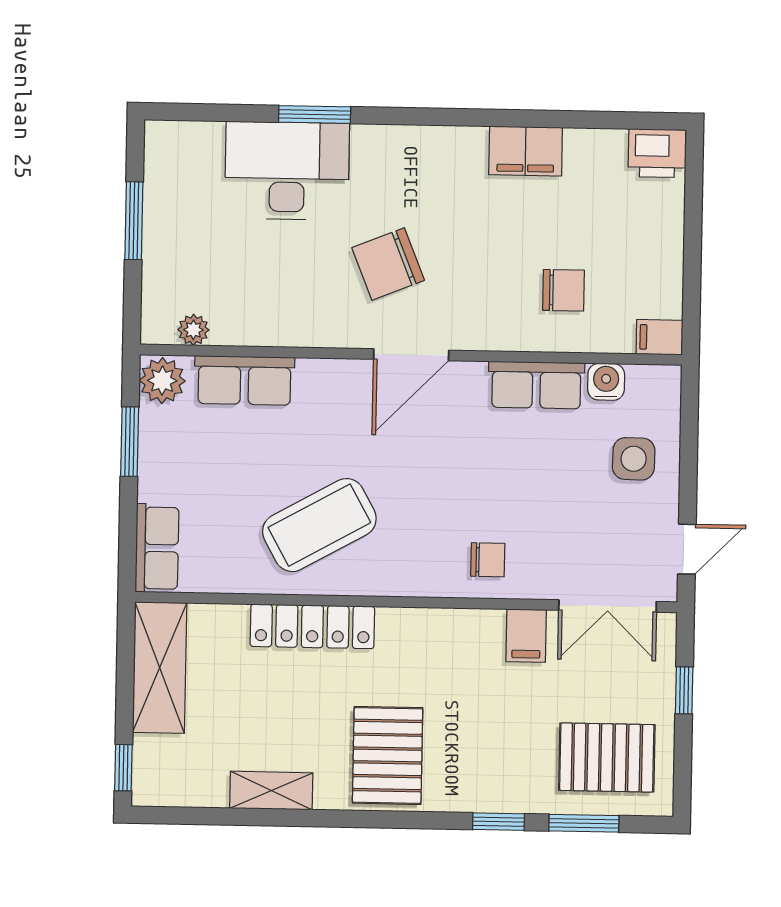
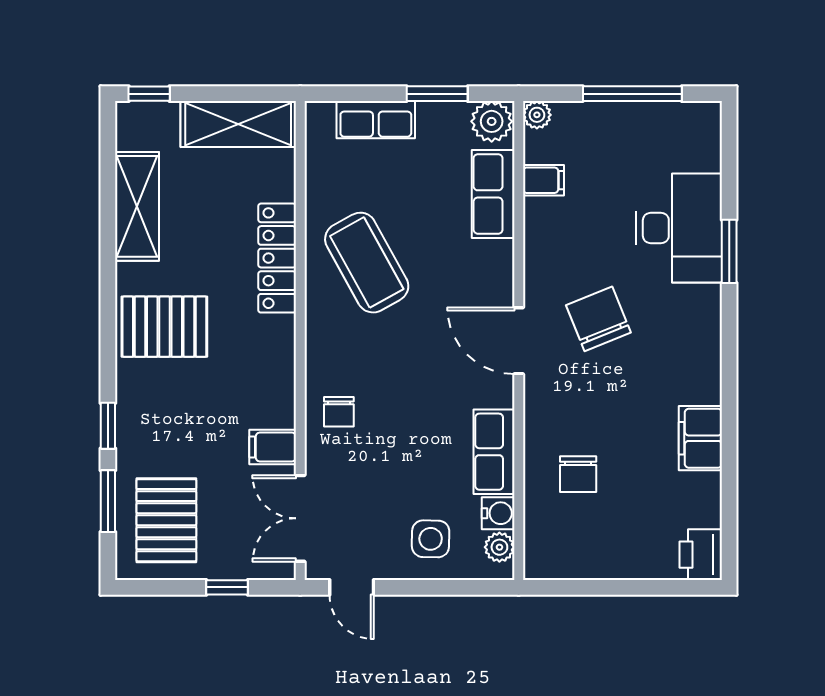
window: (134, 221) -> (632, 94), width x1.44
plant: (193, 330) -> (537, 115), moved
filing cabinet: (660, 337) -> (543, 180), moved, turned 90
plant: (645, 381) -> (499, 547), added
row of seats: (157, 548) -> (376, 120), moved
shelving: (271, 791) -> (137, 206), width x1.50, depth x1.33

